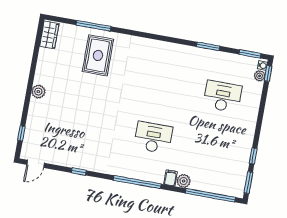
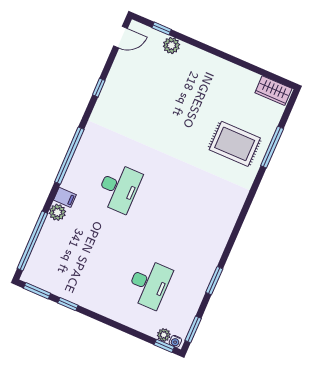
plant: (38, 92) -> (171, 45), moved
door: (36, 164) -> (121, 37), swing flipped

